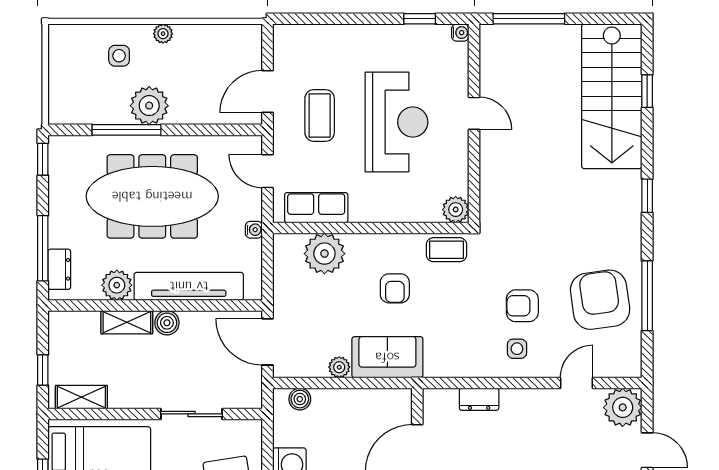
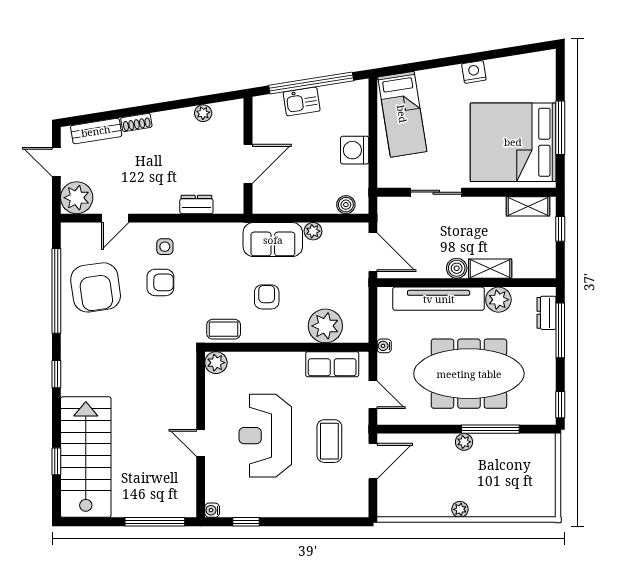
side table: (119, 56) -> (497, 491), removed
plant: (149, 106) -> (464, 442), width x0.53, depth x0.53
window: (647, 296) -> (56, 291), width x1.46

